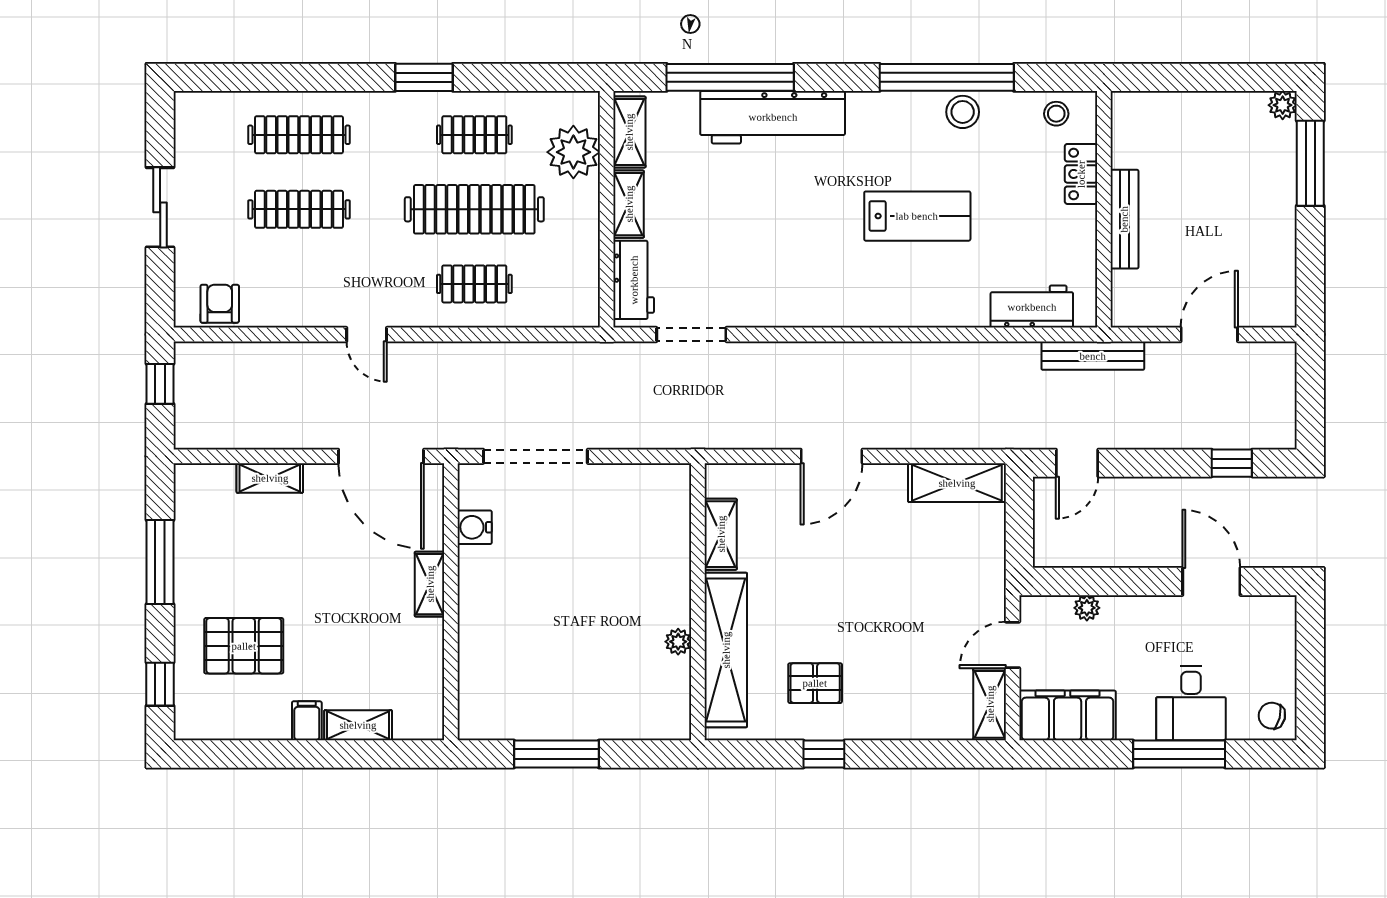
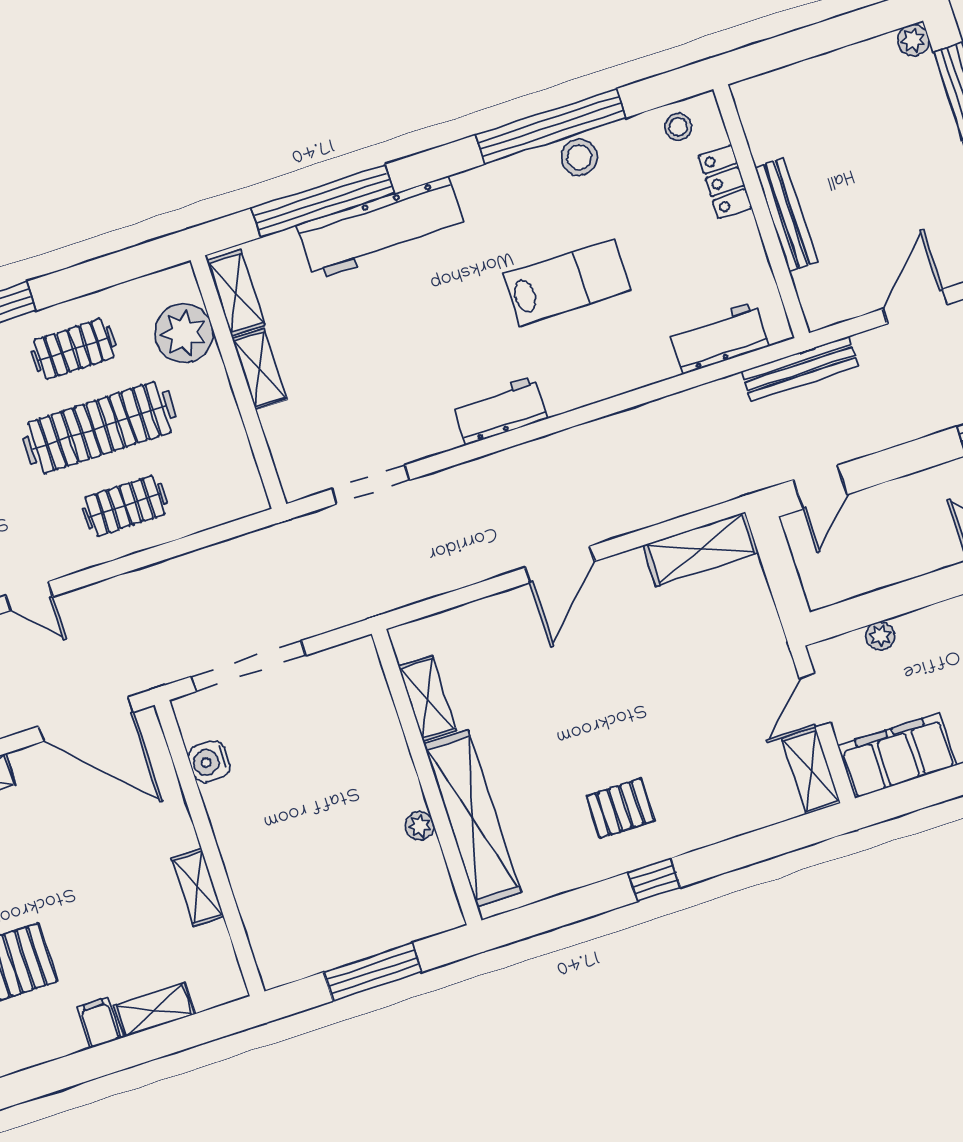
workbench: (634, 280) -> (500, 411), moved, turned -90
shelving: (721, 534) -> (427, 698), moved
shelving: (430, 584) -> (198, 887), moved
wall: (698, 602) -> (427, 777), moved
plant: (678, 642) -> (420, 826), moved
shelving: (726, 650) -> (472, 818), moved

